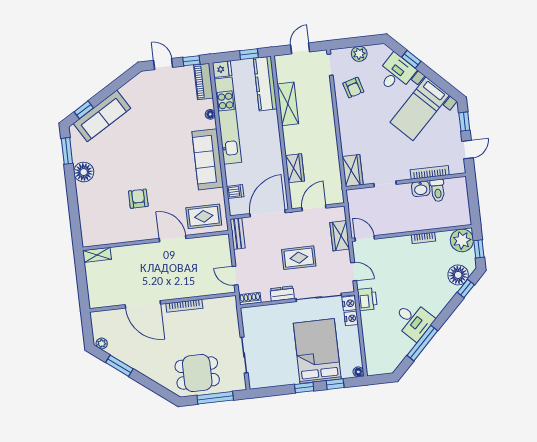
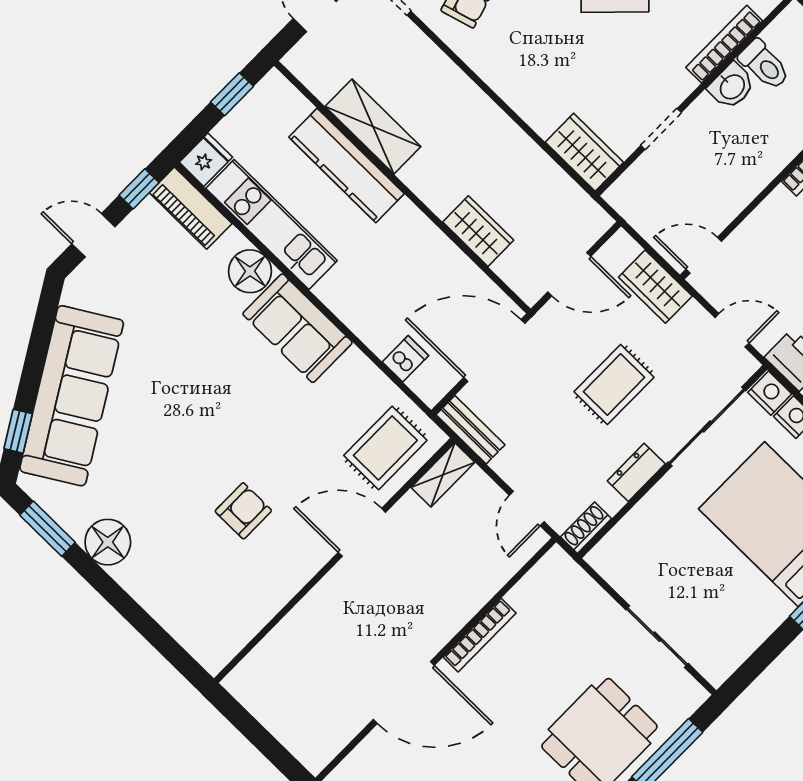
kitchen counter: (265, 84) -> (347, 165), moved
floor lamp: (210, 114) -> (250, 271), width x1.89, depth x1.89
sofa: (102, 116) -> (72, 396), width x1.36, depth x1.27
kitchen unit: (228, 121) -> (271, 225), width x0.73
sofa: (208, 159) -> (297, 328), width x0.73
armchair: (138, 199) -> (243, 511), turned 90
door: (314, 208) -> (569, 274), swing flipped
door: (268, 213) -> (494, 350), hinge flipped
shelving: (97, 255) -> (443, 475), moved
door: (235, 276) -> (527, 509), hinge flipped

